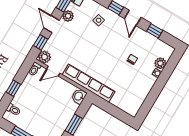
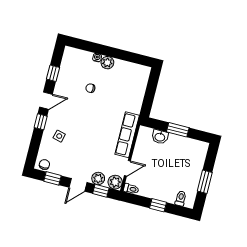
plant: (68, 16) -> (98, 178), moved
plant: (160, 63) -> (107, 63), moved
door: (53, 71) -> (127, 168), hinge flipped
row of seats: (89, 83) -> (127, 135), width x0.73
washbasin: (79, 96) -> (160, 137), moved

